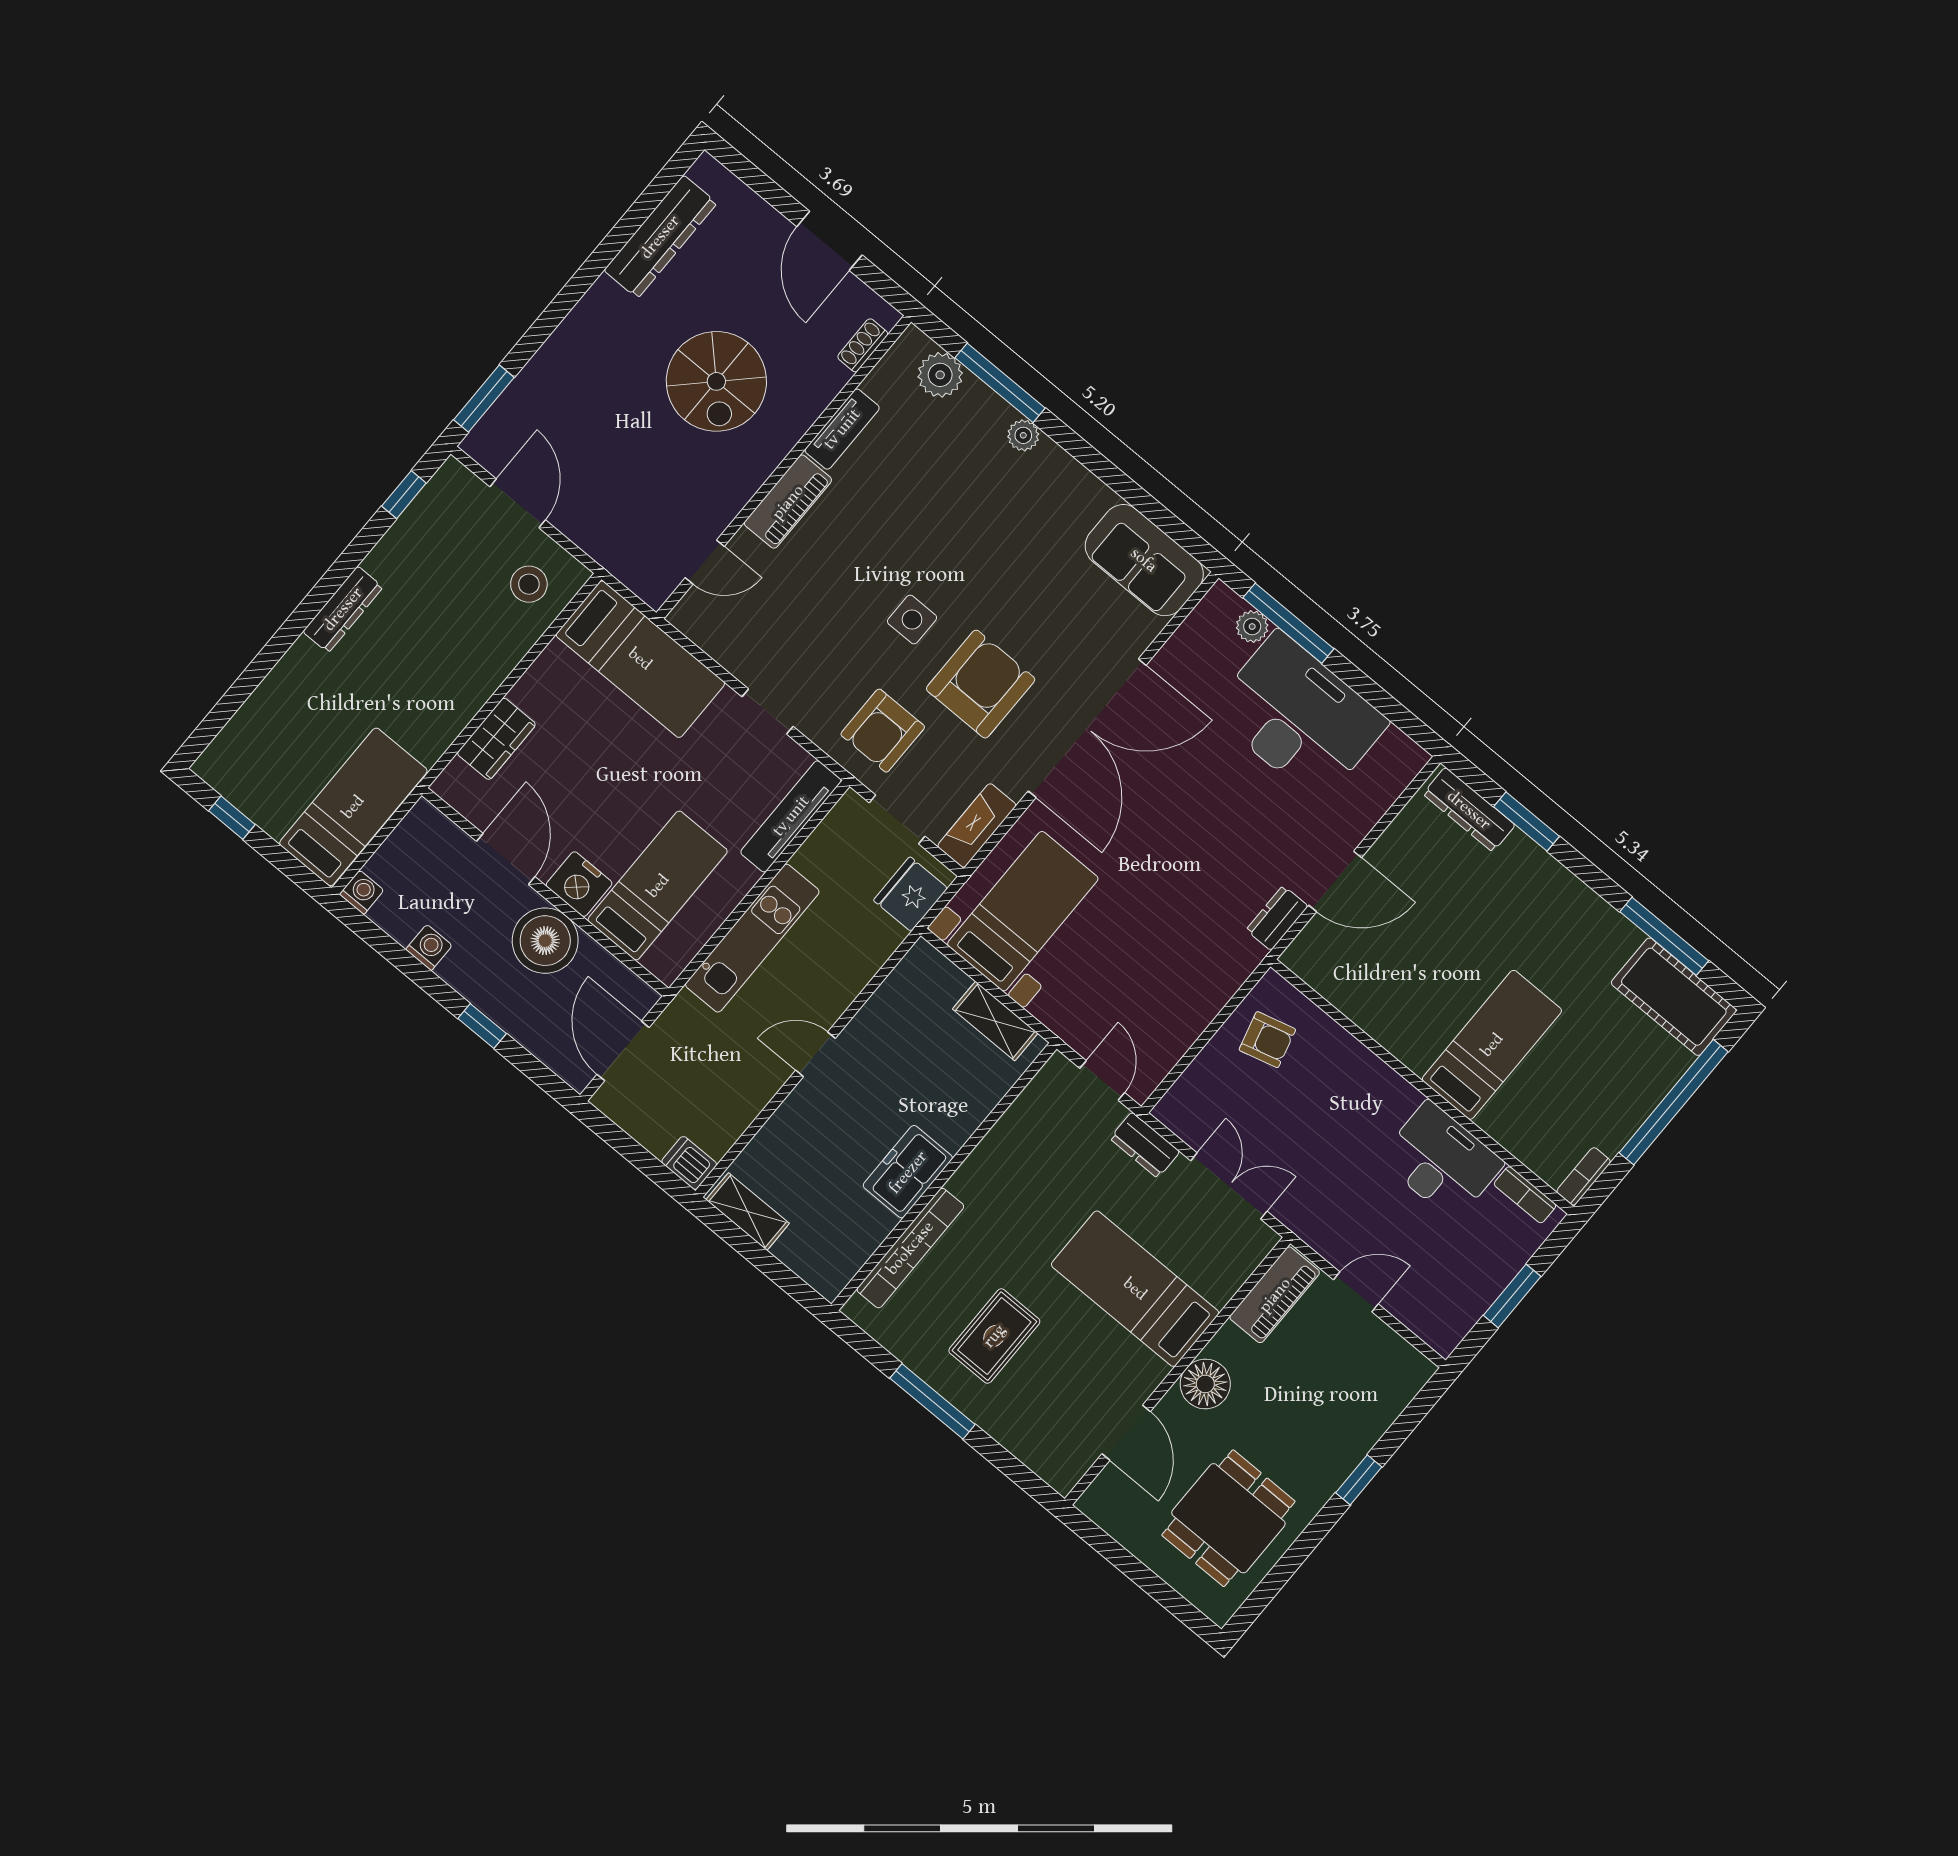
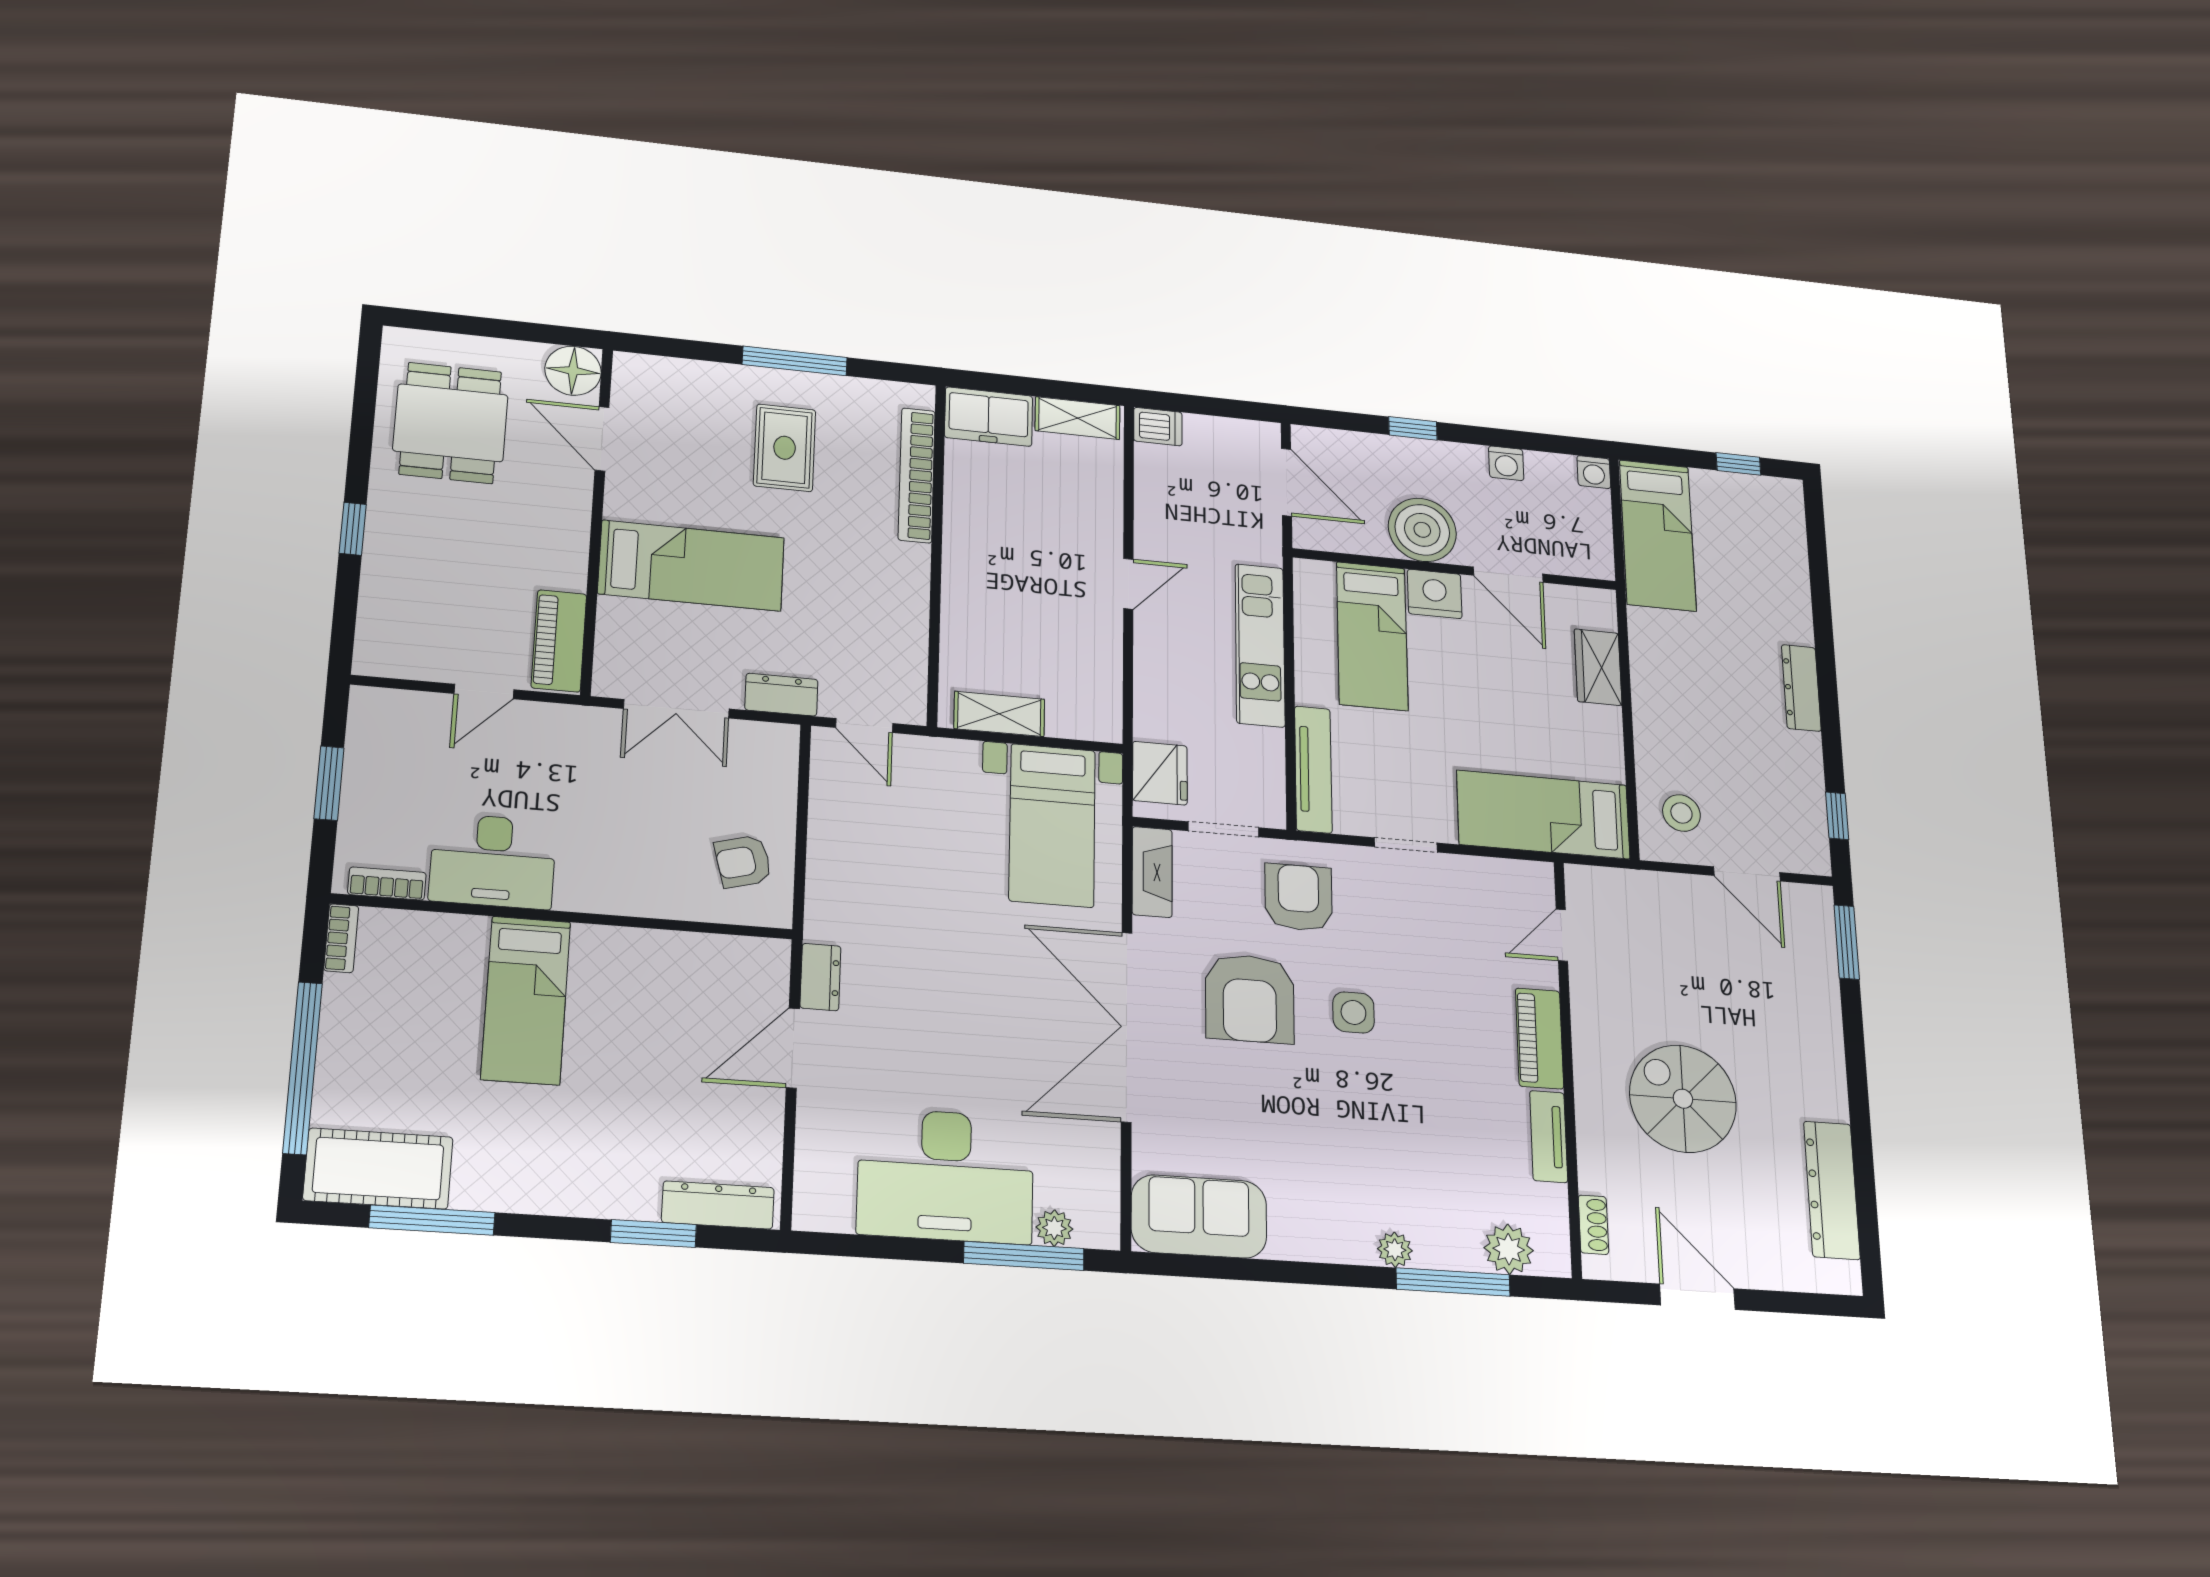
freezer: (908, 1172) -> (989, 417), moved, turned 90
floor lamp: (1205, 1384) -> (573, 371), moved

